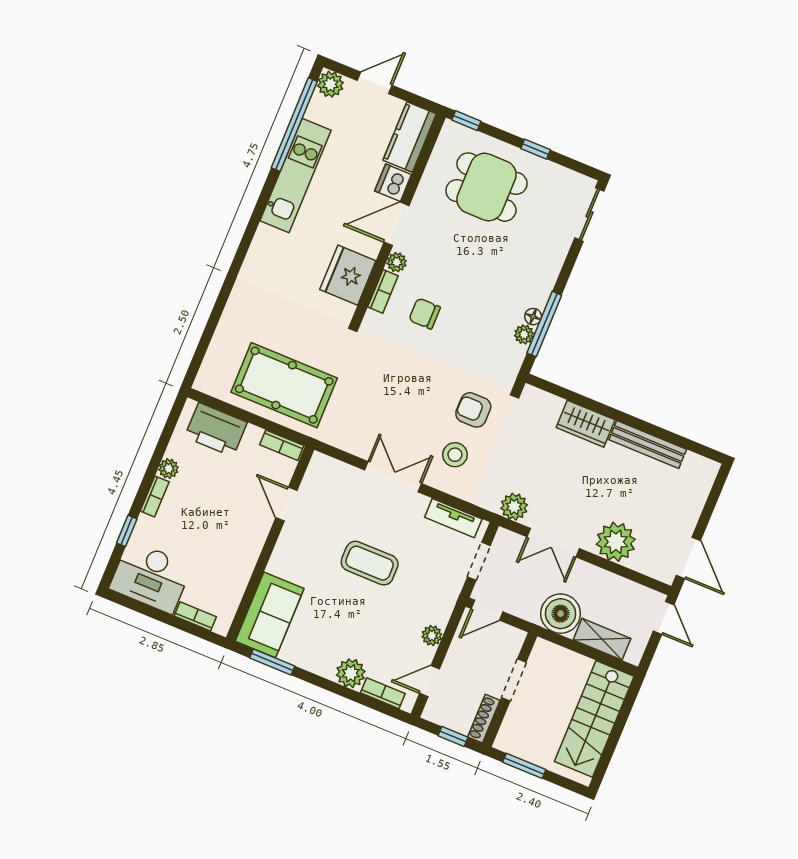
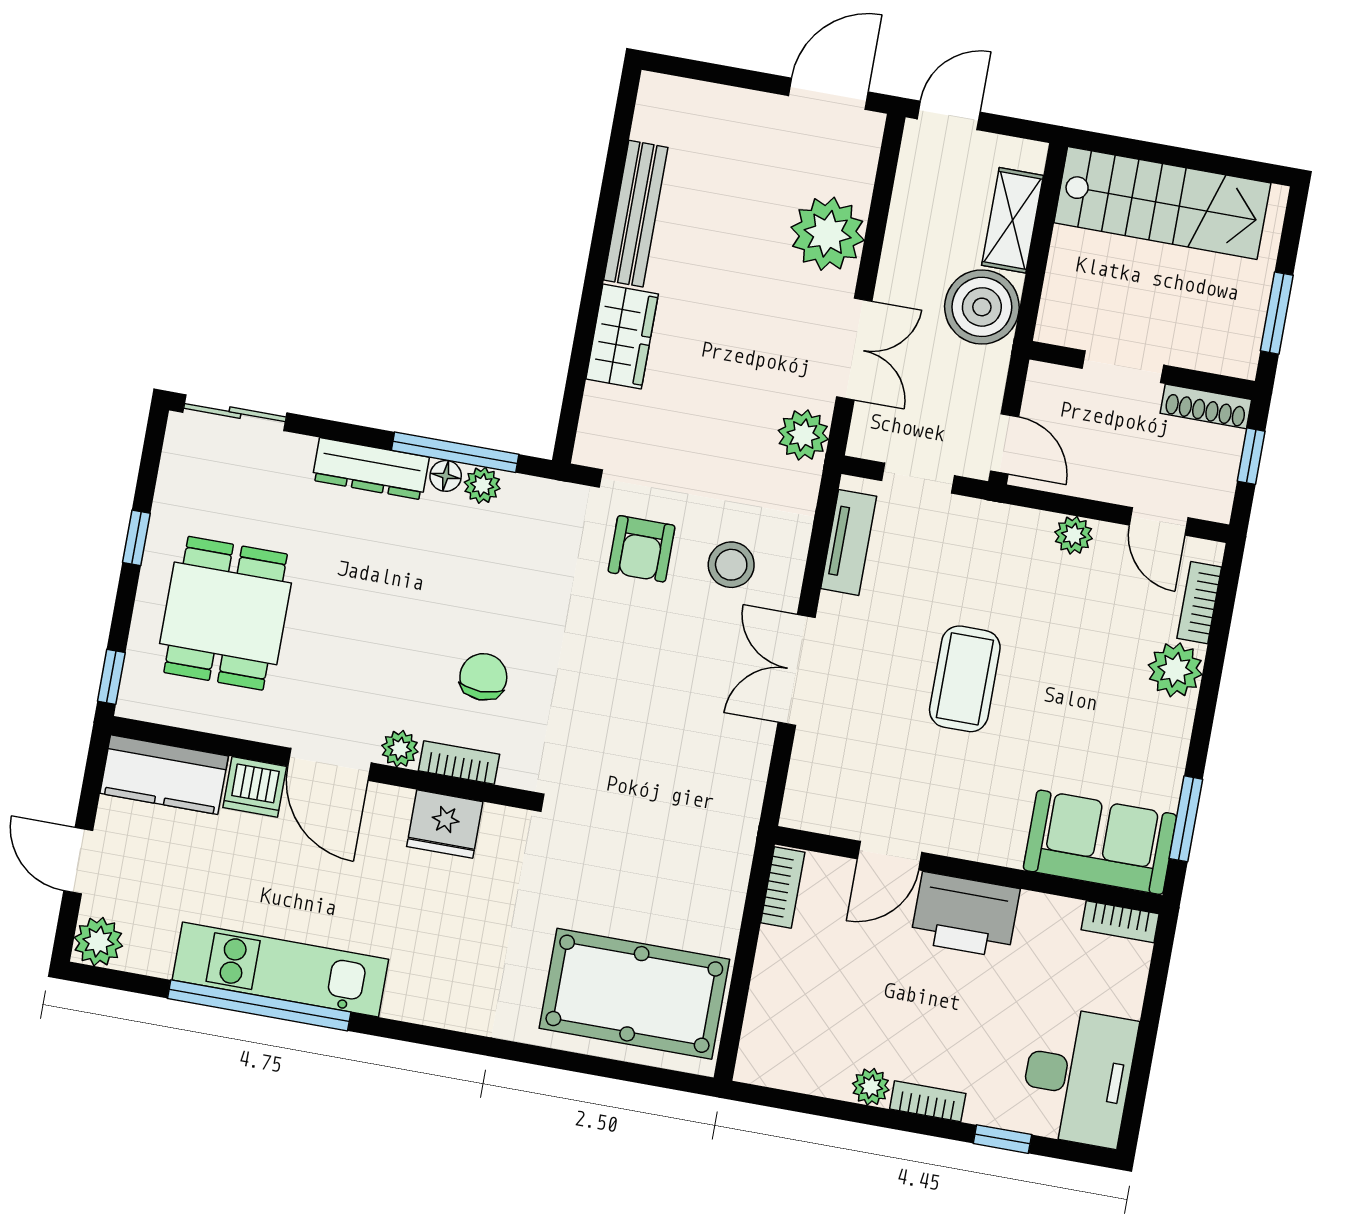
window: (294, 125) -> (259, 1005), moved
fridge: (348, 275) -> (445, 824), width x0.73, depth x0.75
dresser: (545, 278) -> (371, 469), added
chair: (425, 314) -> (483, 677), turned 180
pool table: (284, 385) -> (634, 994), moved, turned 90
printer: (216, 430) -> (965, 915), moved, turned 90
bookcase: (195, 616) -> (1120, 922), moved, turned -90

